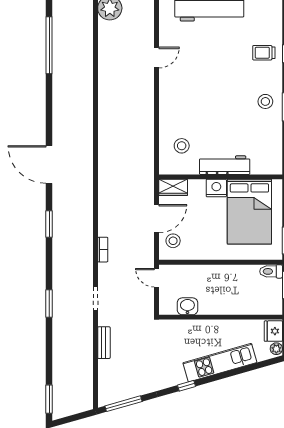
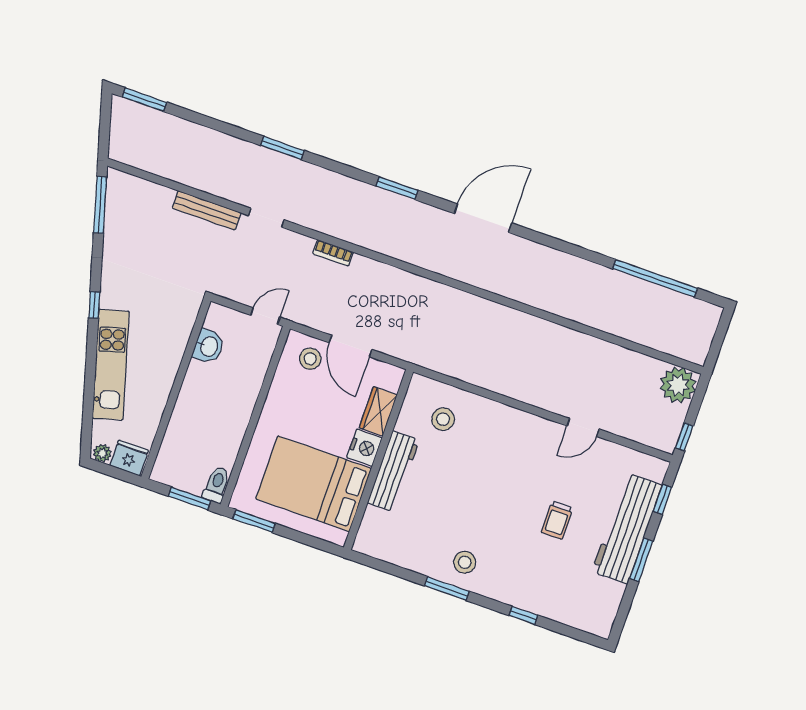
trolley: (264, 53) -> (557, 520), moved, turned 180
door: (157, 58) -> (583, 427), hinge flipped
wardrobe: (173, 187) -> (378, 411), moved
bench: (104, 343) -> (207, 210), width x1.36

